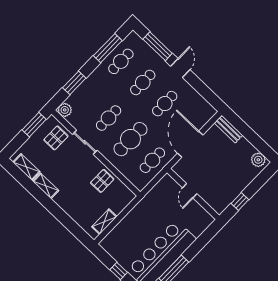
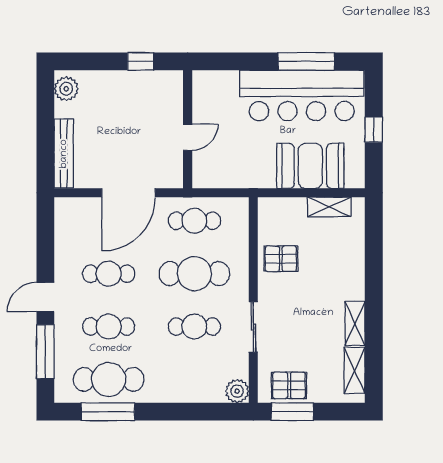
cafe table: (121, 61) -> (109, 379), width x1.37, depth x1.35
window: (74, 83) -> (192, 412), removed
bench: (229, 129) -> (64, 154), width x1.36
pallet: (56, 138) -> (289, 385), moved
booth: (129, 230) -> (310, 166), added

